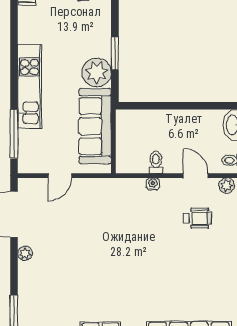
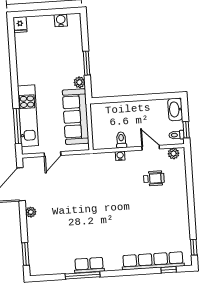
plant: (97, 72) -> (79, 82), width x0.53, depth x0.53
kitchen unit: (30, 86) -> (28, 116), moved

